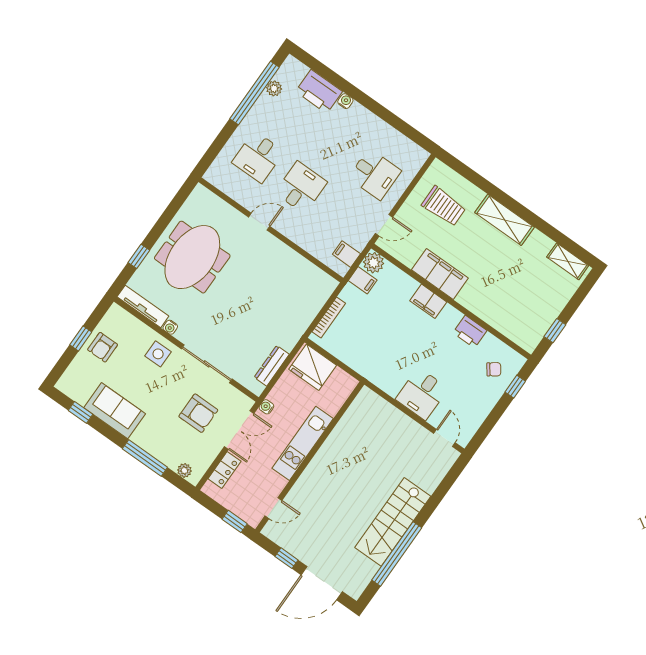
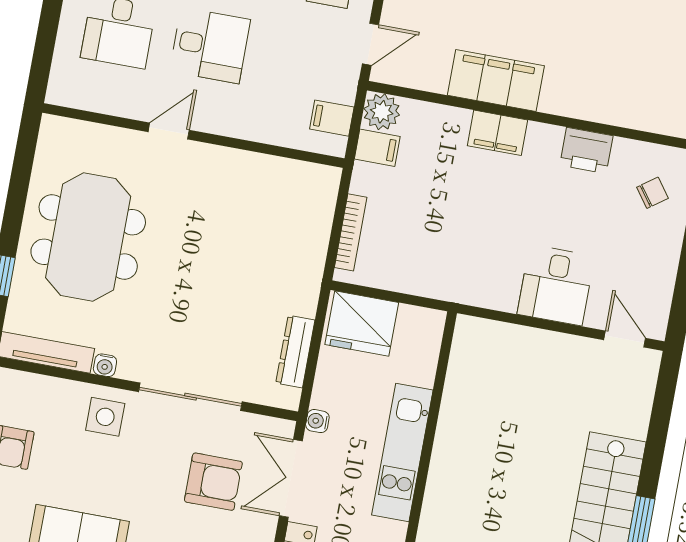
desk: (301, 187) -> (210, 45), turned 90
double door: (239, 430) -> (291, 478), swing flipped

